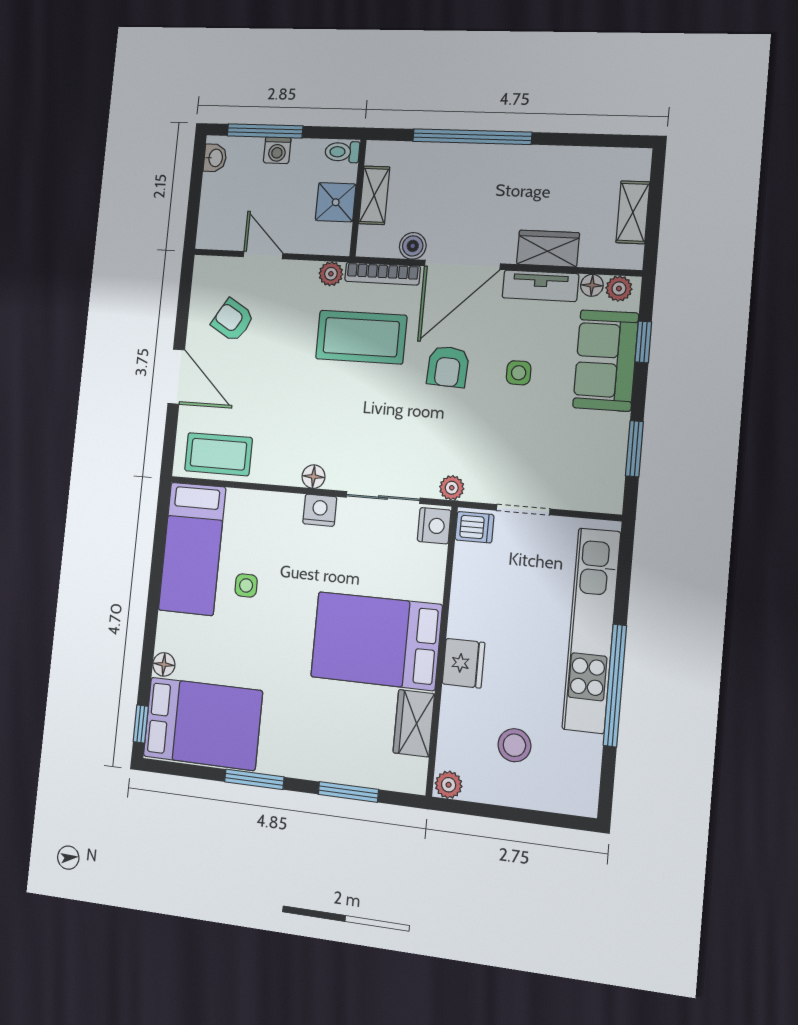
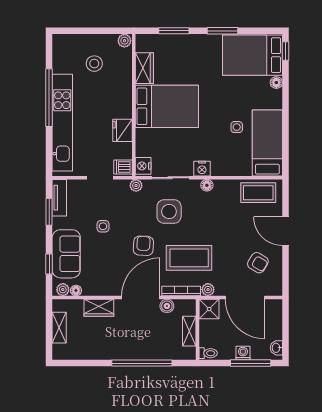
shower: (336, 202) -> (209, 309), moved
door: (263, 255) -> (245, 298), width x1.88
tv unit: (540, 286) -> (59, 198), moved, turned 90
side table: (519, 373) -> (103, 226), moved
side table: (391, 431) -> (169, 212), added
fridge: (464, 663) -> (122, 130), moved

